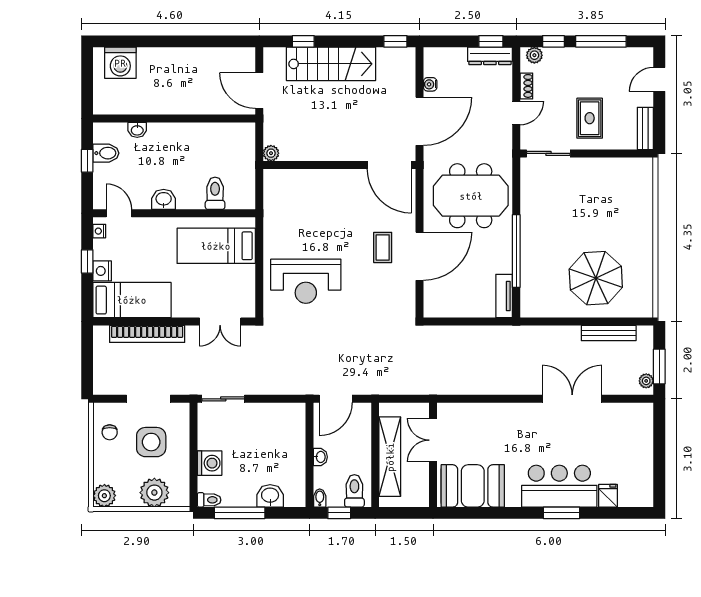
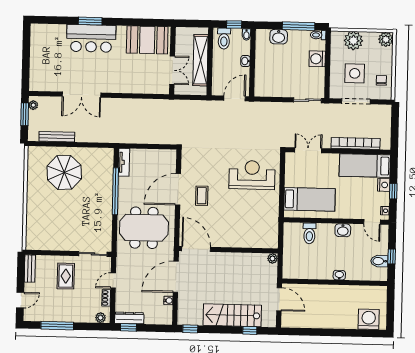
window: (553, 41) -> (88, 326), removed
washbasin: (137, 130) -> (339, 275), moved
fridge: (608, 496) -> (60, 31), removed

